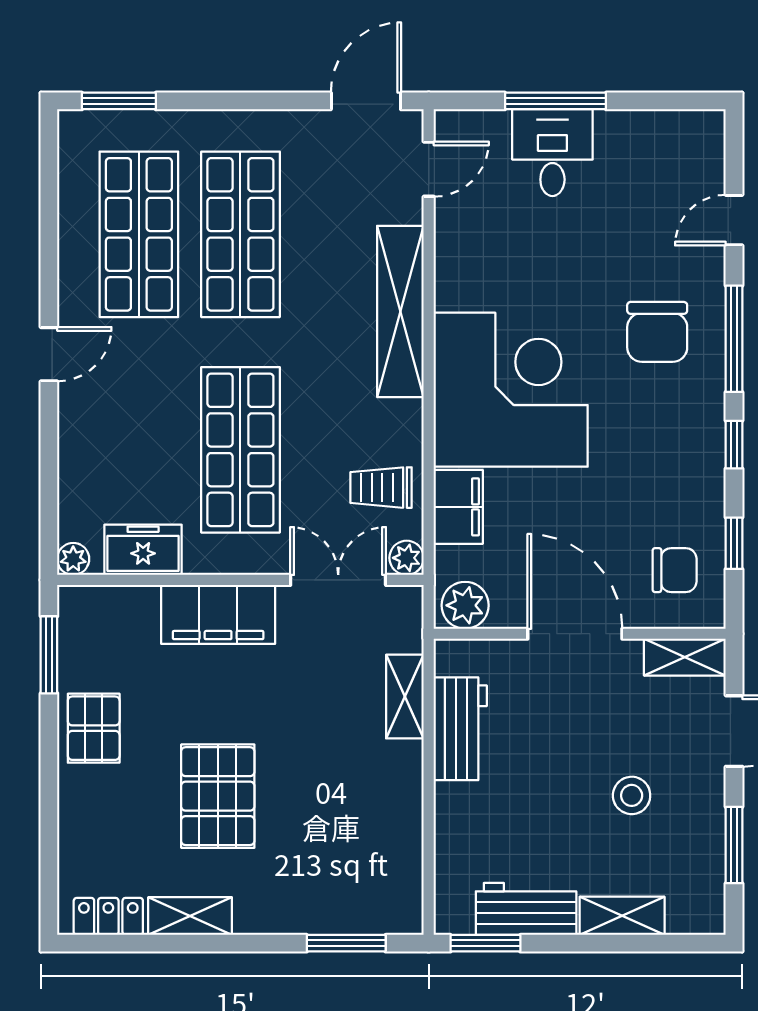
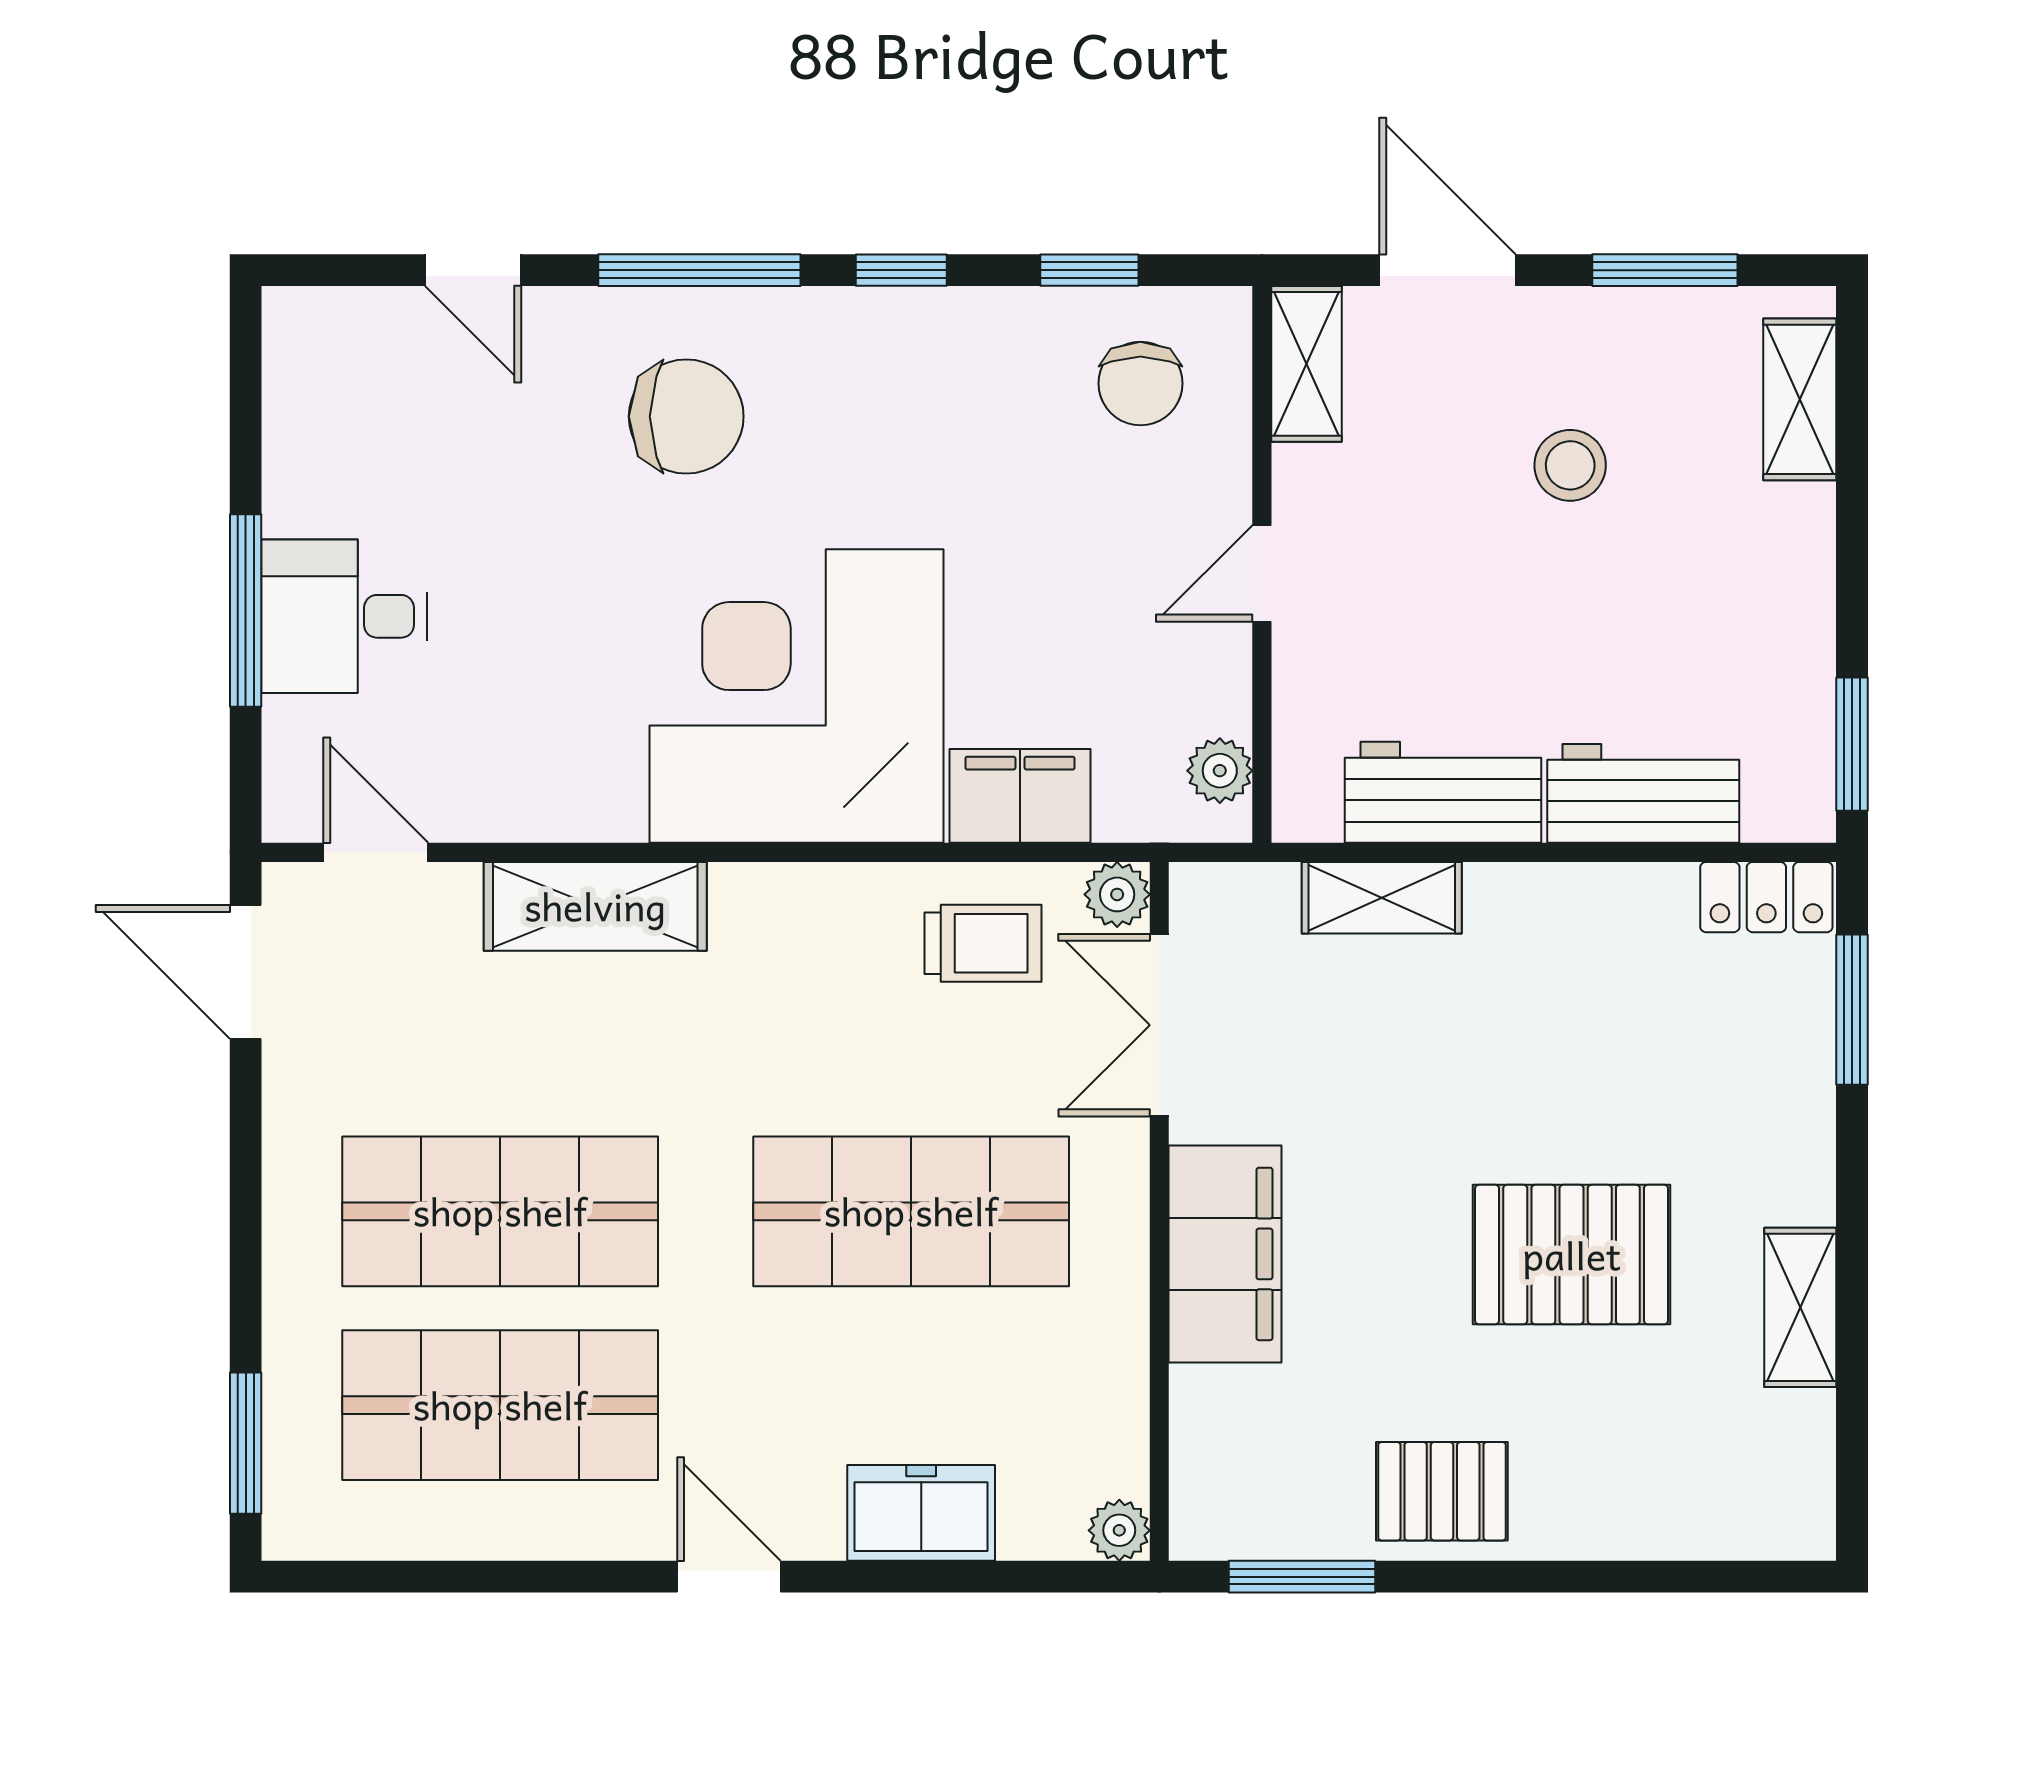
shelving: (400, 311) -> (595, 906), width x0.68
trolley: (381, 488) -> (983, 943), turned -90
freezer: (143, 550) -> (921, 1513), moved, turned 90
chair: (675, 570) -> (1140, 383), turned 180
plant: (465, 605) -> (1220, 771), width x0.73, depth x0.73
door: (575, 634) -> (1262, 574), width x0.53
workbench: (526, 909) -> (1643, 793), moved, turned 90
locker: (108, 916) -> (1766, 897), moved, turned -90
shelving: (622, 916) -> (1800, 399), moved

